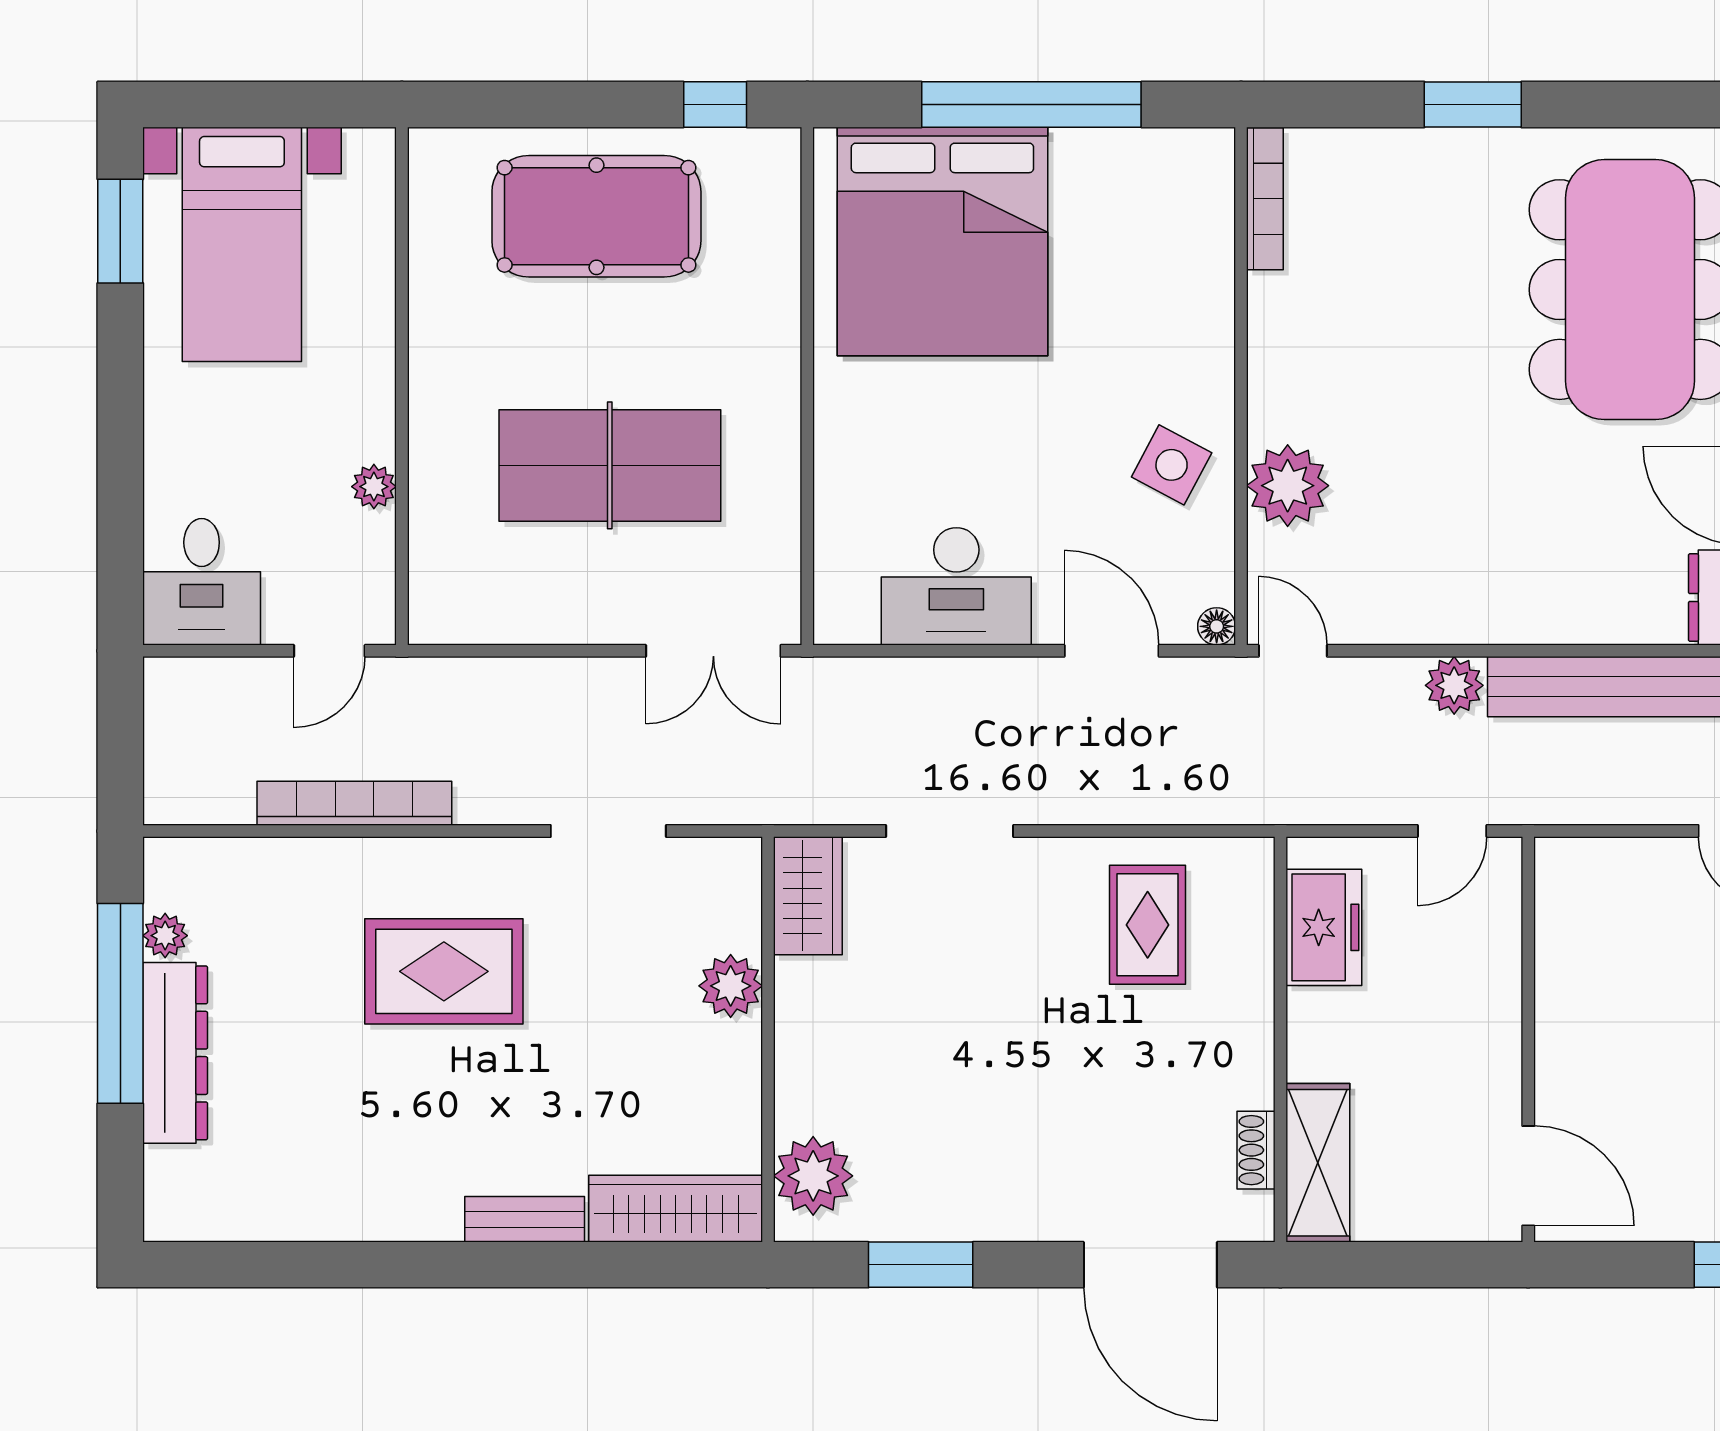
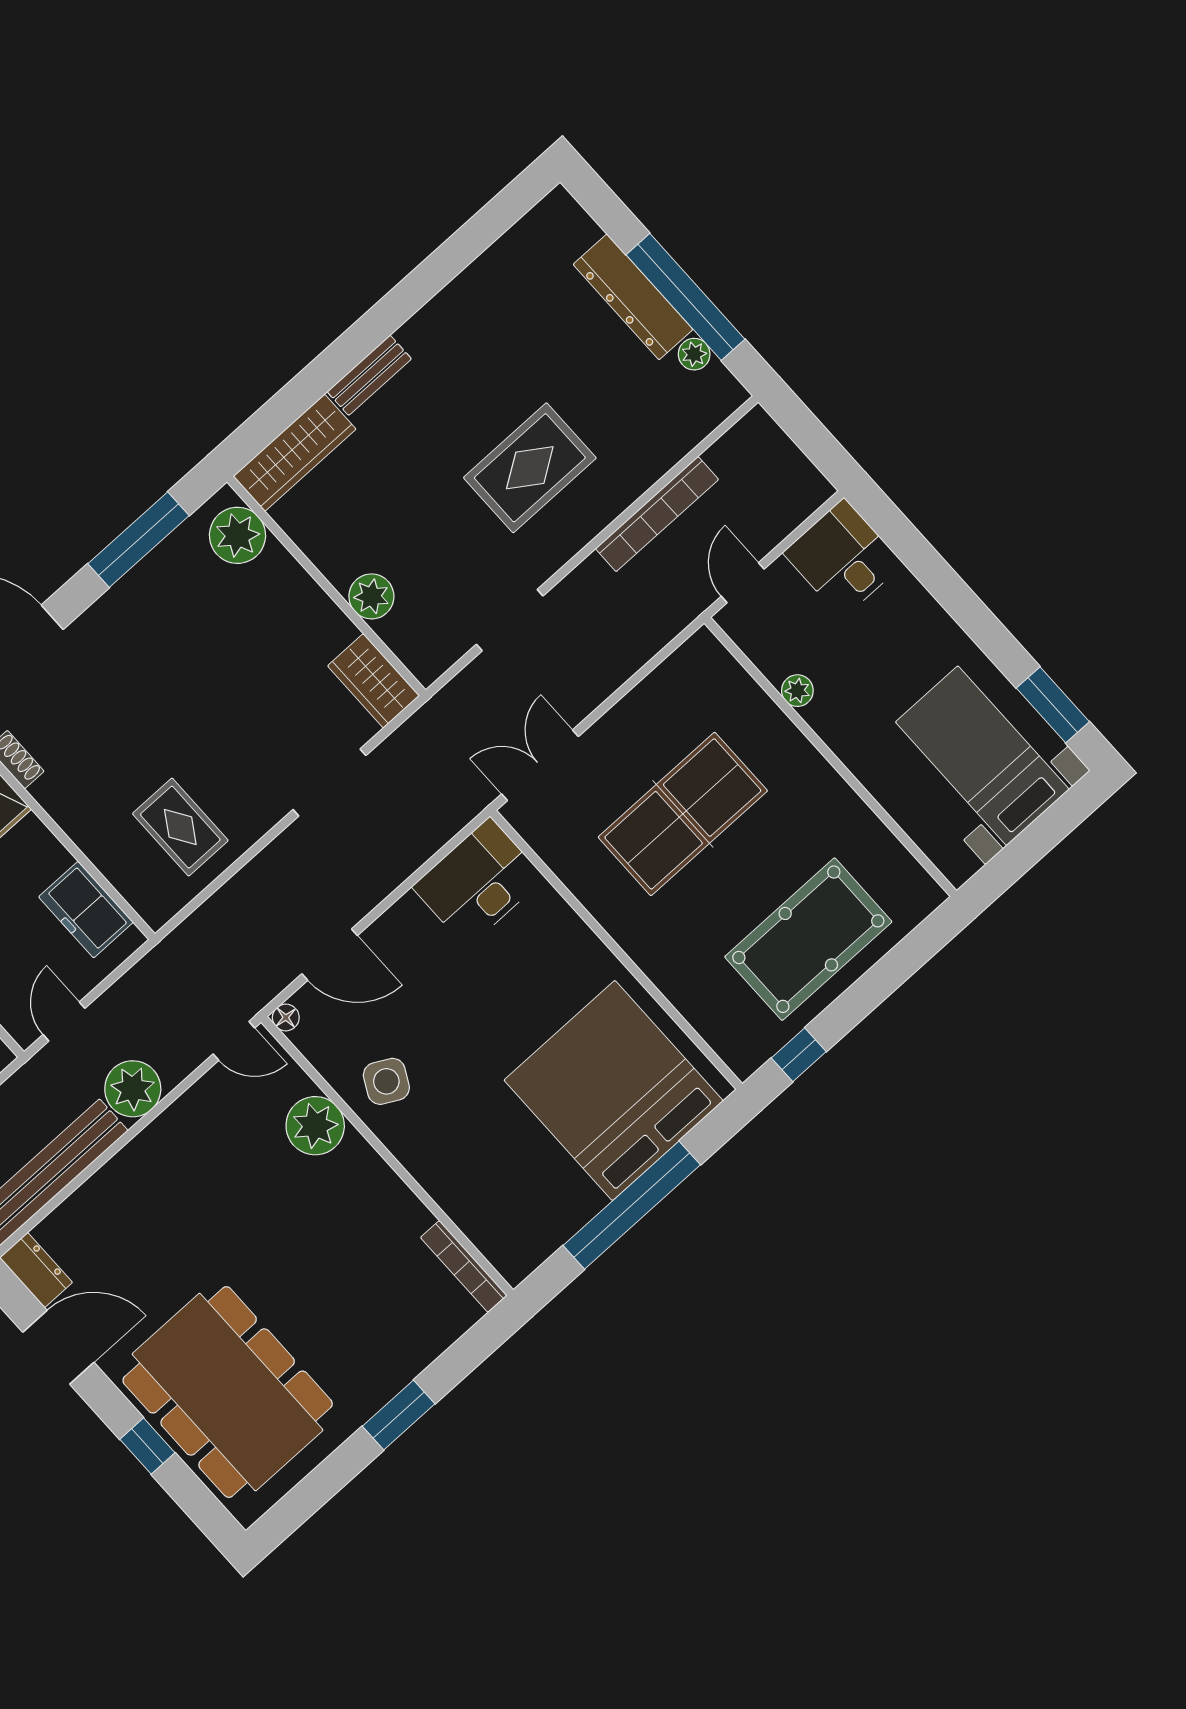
desk: (956, 586) -> (478, 882), moved
plant: (1454, 685) -> (133, 1089), width x1.36, depth x1.36
window: (921, 1265) -> (139, 540), width x1.44

